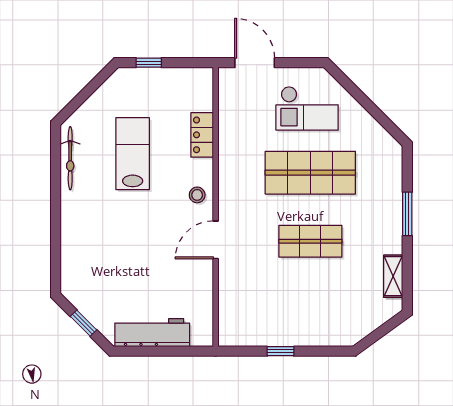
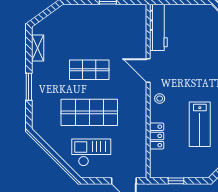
window: (149, 63) -> (176, 181), moved
door: (216, 240) -> (148, 71), swing flipped
workbench: (152, 333) -> (158, 27), moved, turned -90

